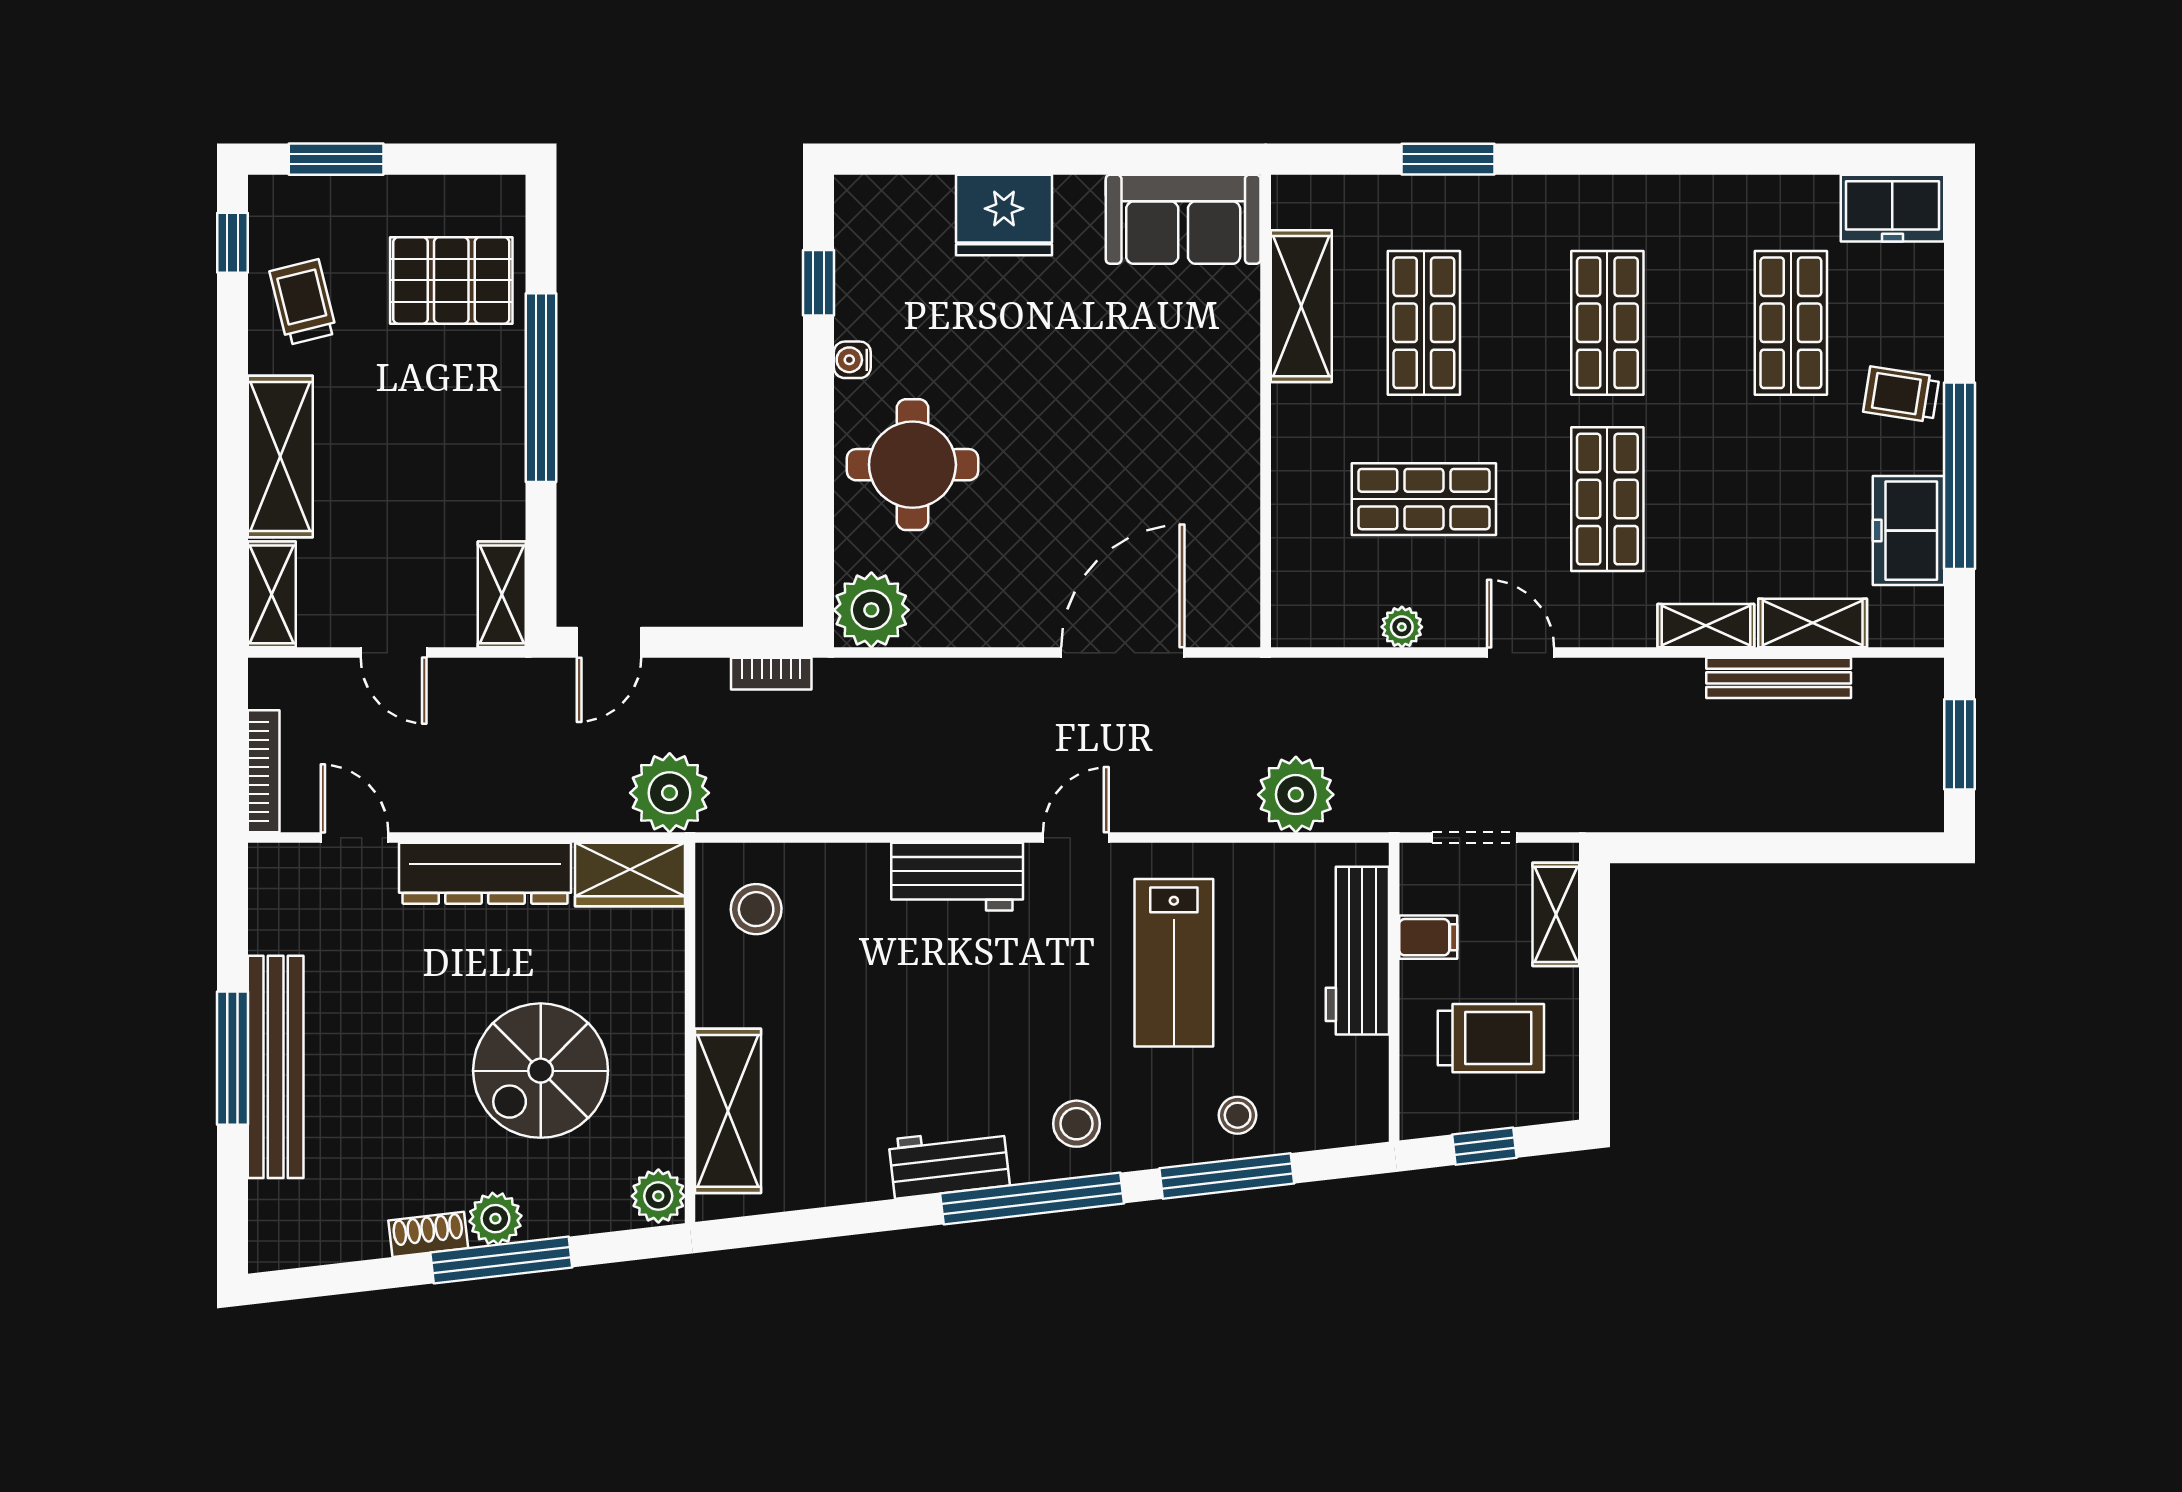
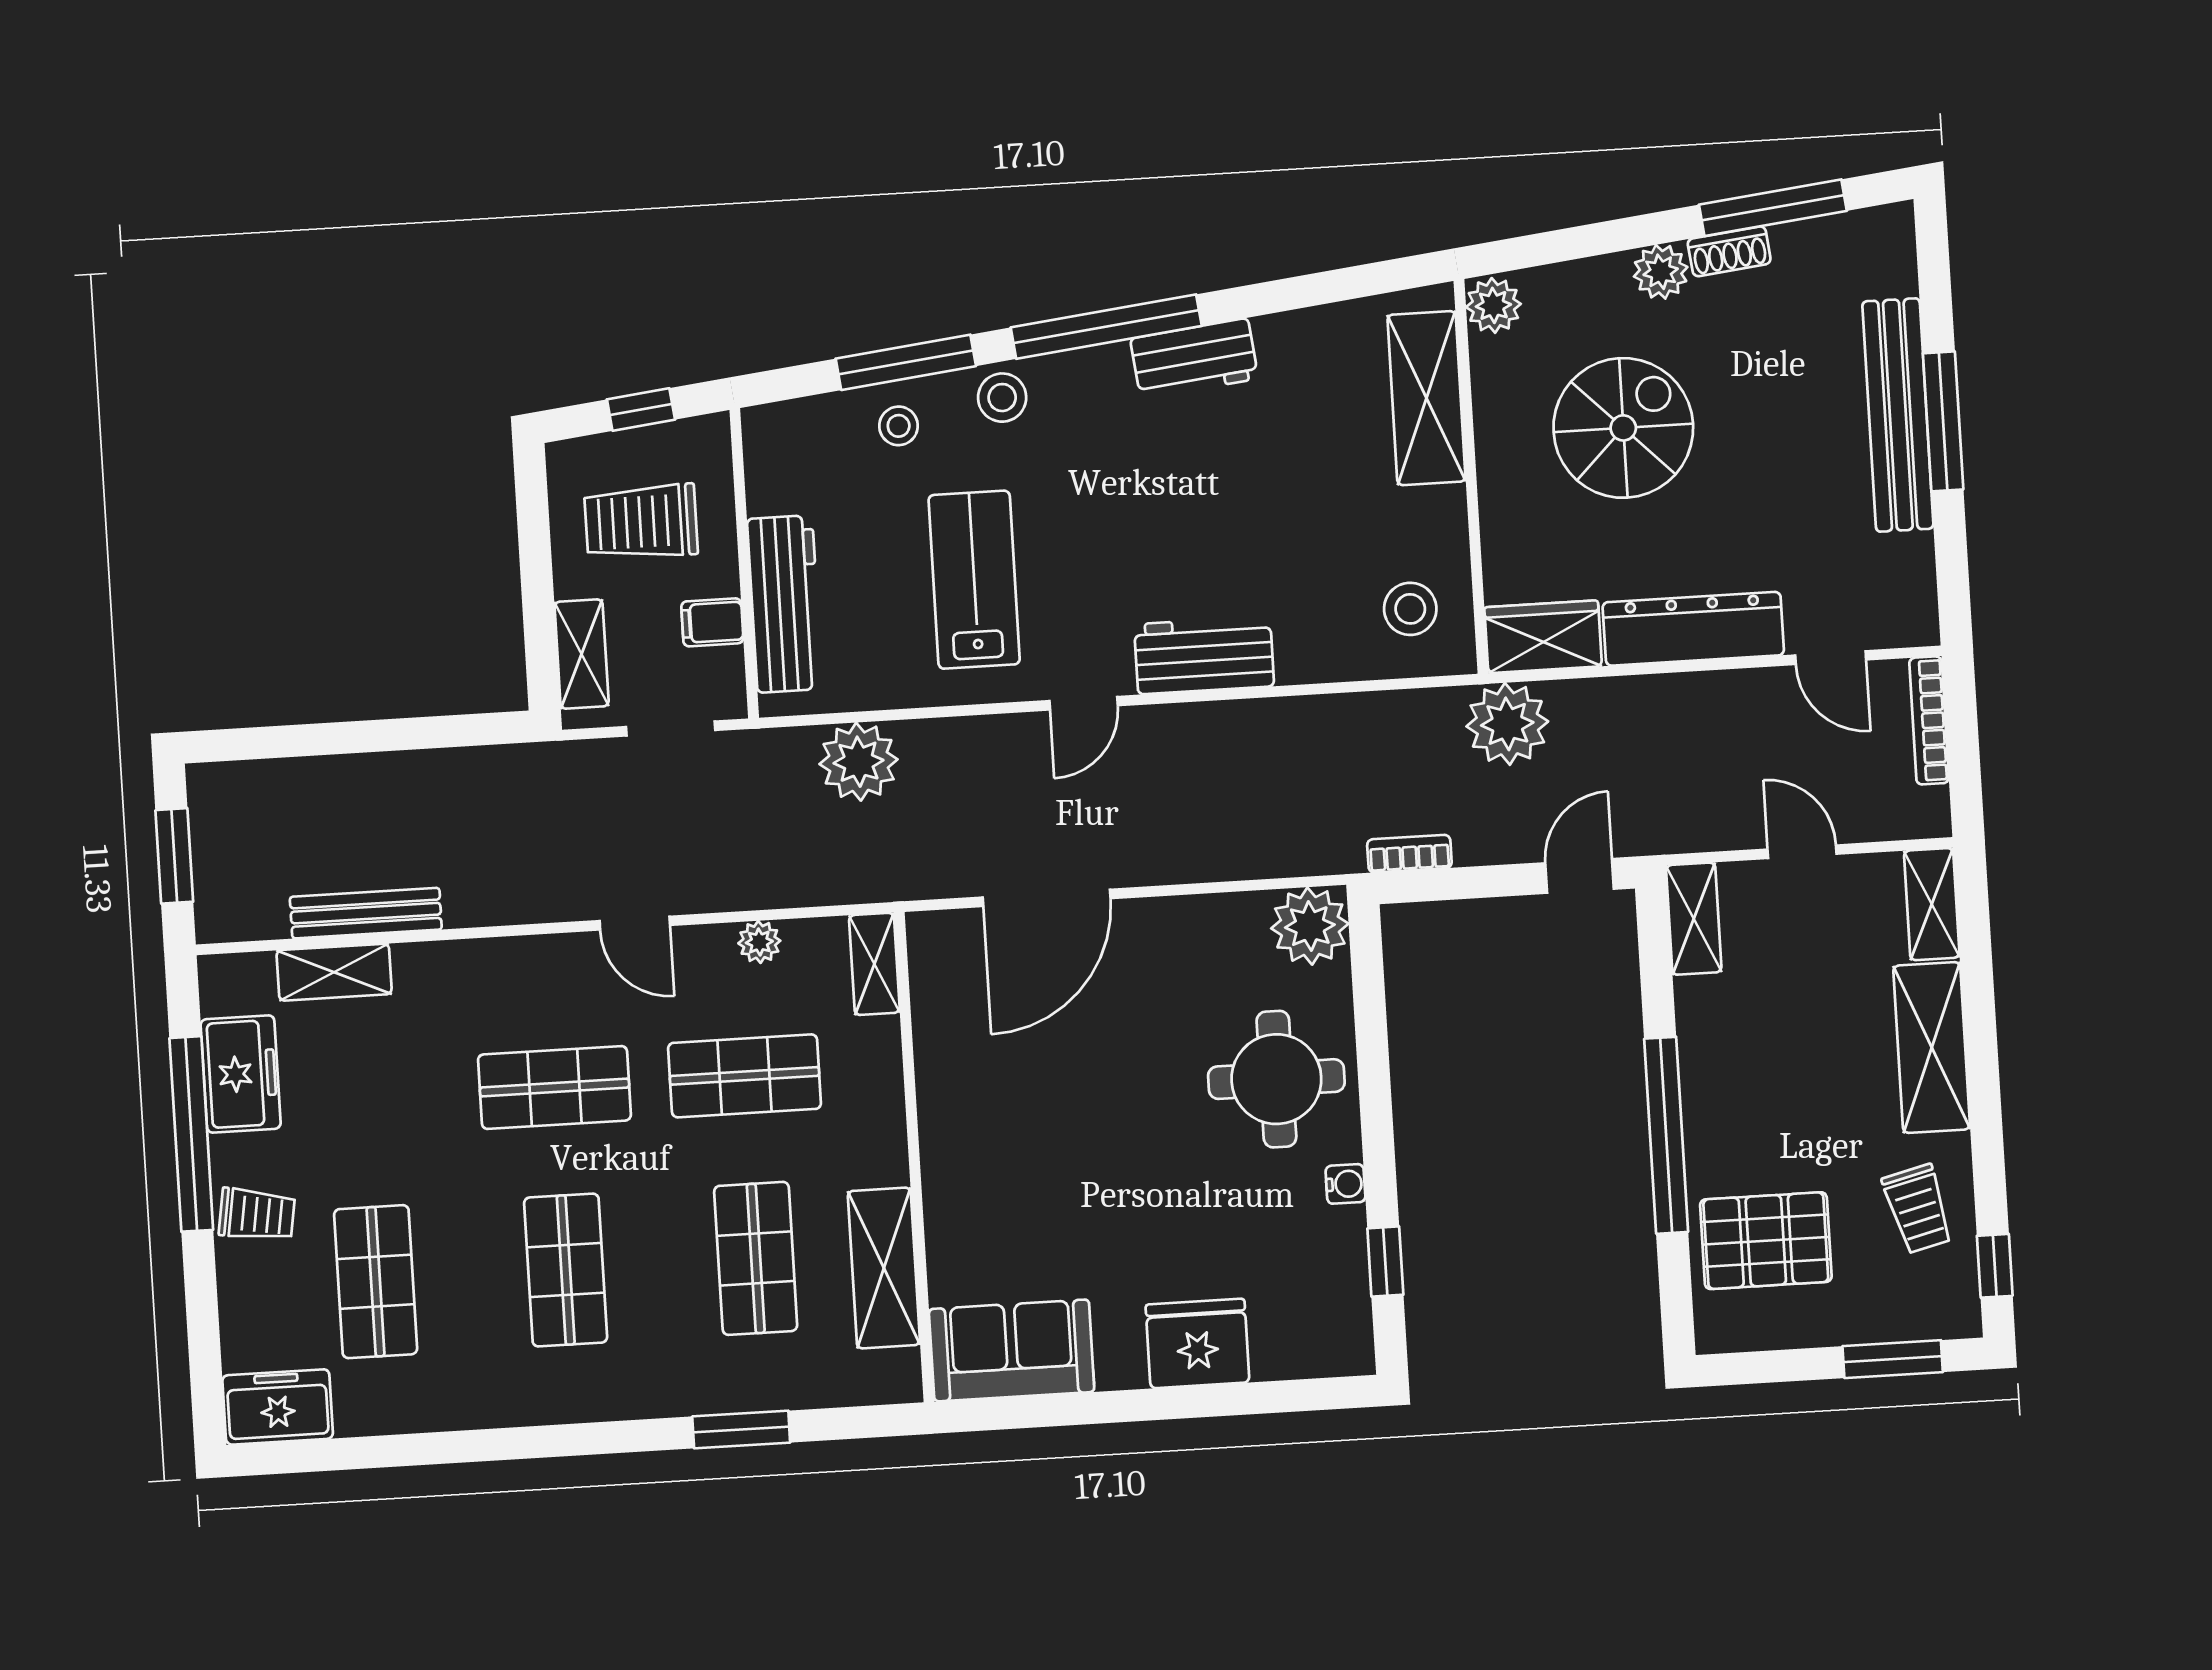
shop shelf: (1607, 499) -> (554, 1087), turned 90
shelving: (1706, 626) -> (874, 964), moved, turned 90
stool: (1076, 1124) -> (1002, 398), moved
window: (501, 1260) -> (1773, 208), moved

